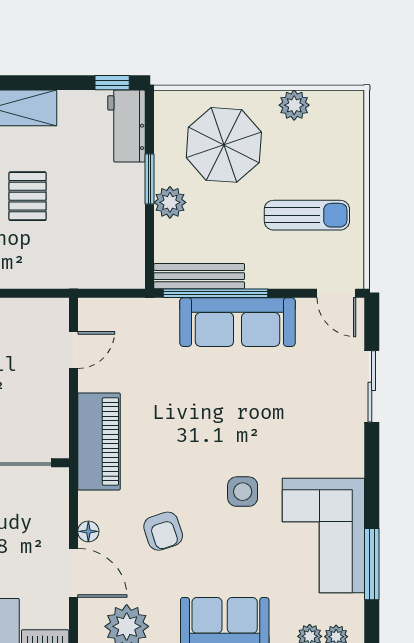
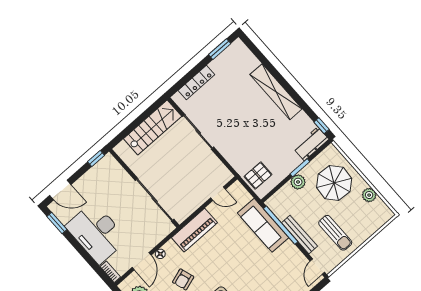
pallet: (28, 196) -> (258, 175), moved
bench: (199, 276) -> (299, 234), moved
sofa: (238, 322) -> (263, 225), moved

